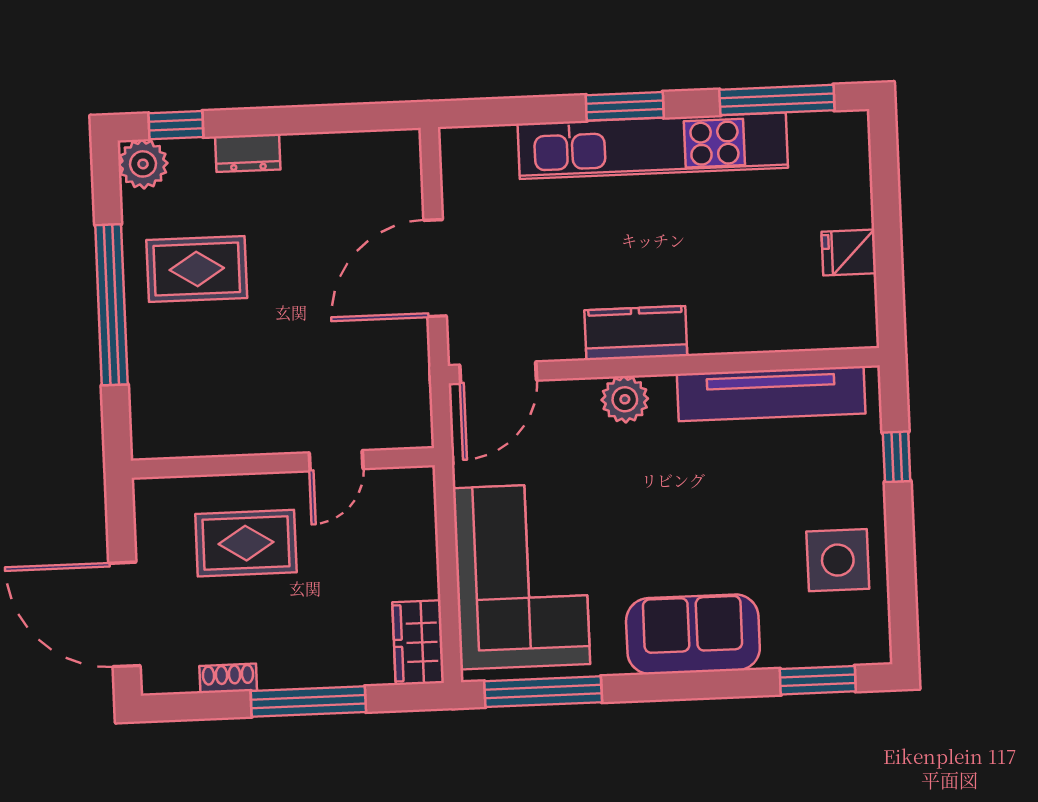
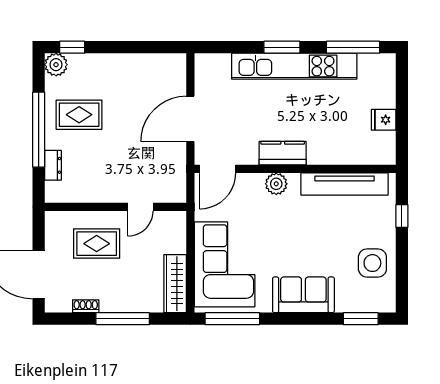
dresser: (248, 153) -> (53, 165), moved, turned -90
wardrobe: (418, 643) -> (175, 284), width x1.50

